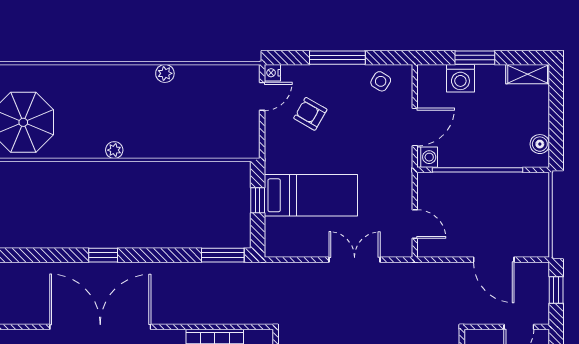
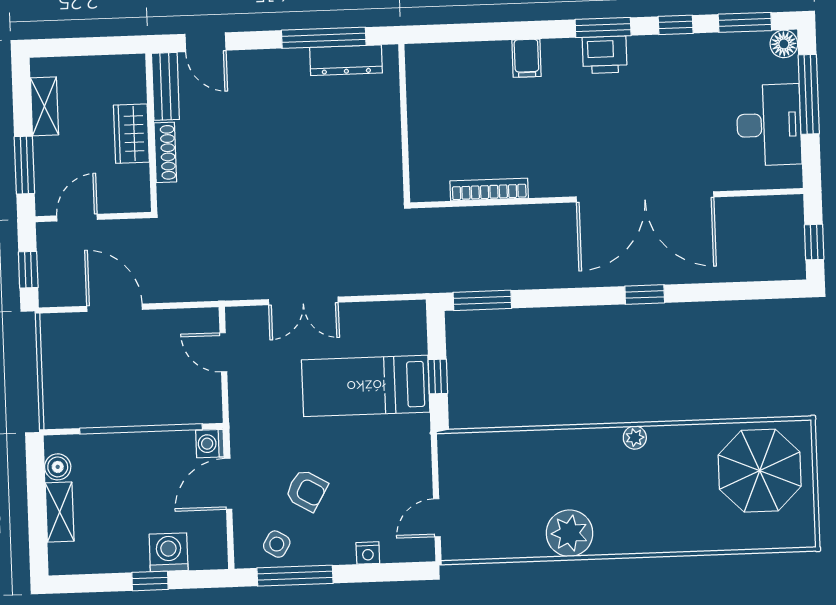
window: (337, 58) -> (295, 576), moved
window: (475, 58) -> (150, 581), width x0.67
plant: (165, 73) -> (570, 533), width x1.88, depth x1.88
nightstand: (272, 73) -> (368, 553), moved, turned 90
shelving: (528, 74) -> (60, 512), moved, turned 90
armchair: (310, 114) -> (306, 490), moved

